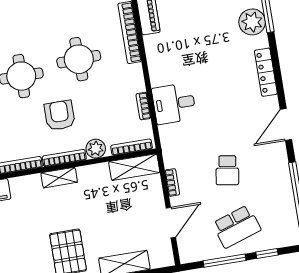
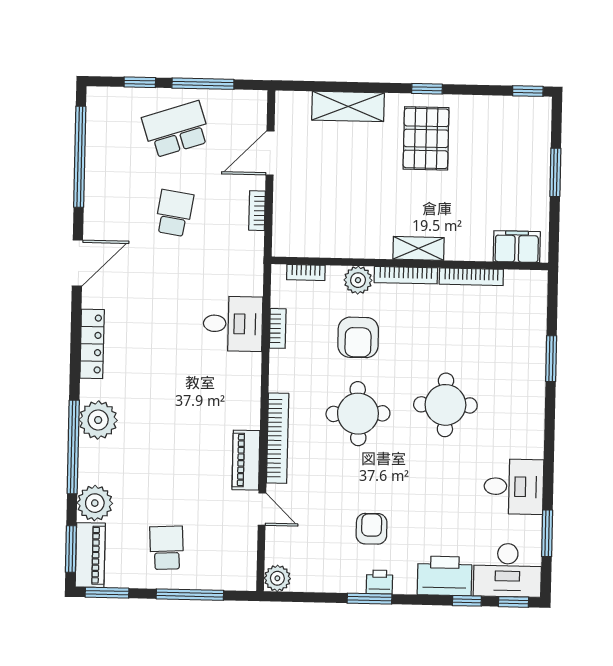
armchair: (60, 115) -> (358, 337), moved
bookcase: (132, 147) -> (306, 272), width x0.64
shelving: (134, 167) -> (307, 243), removed

